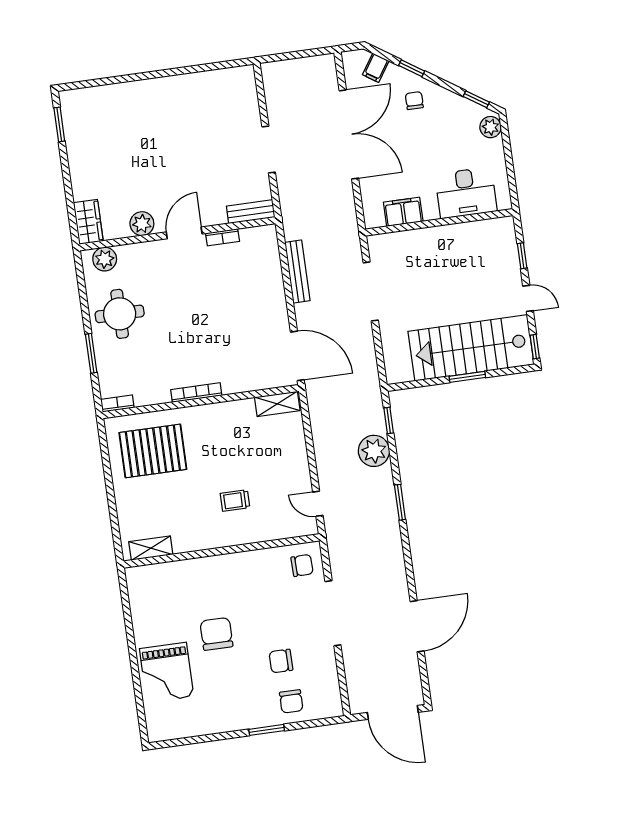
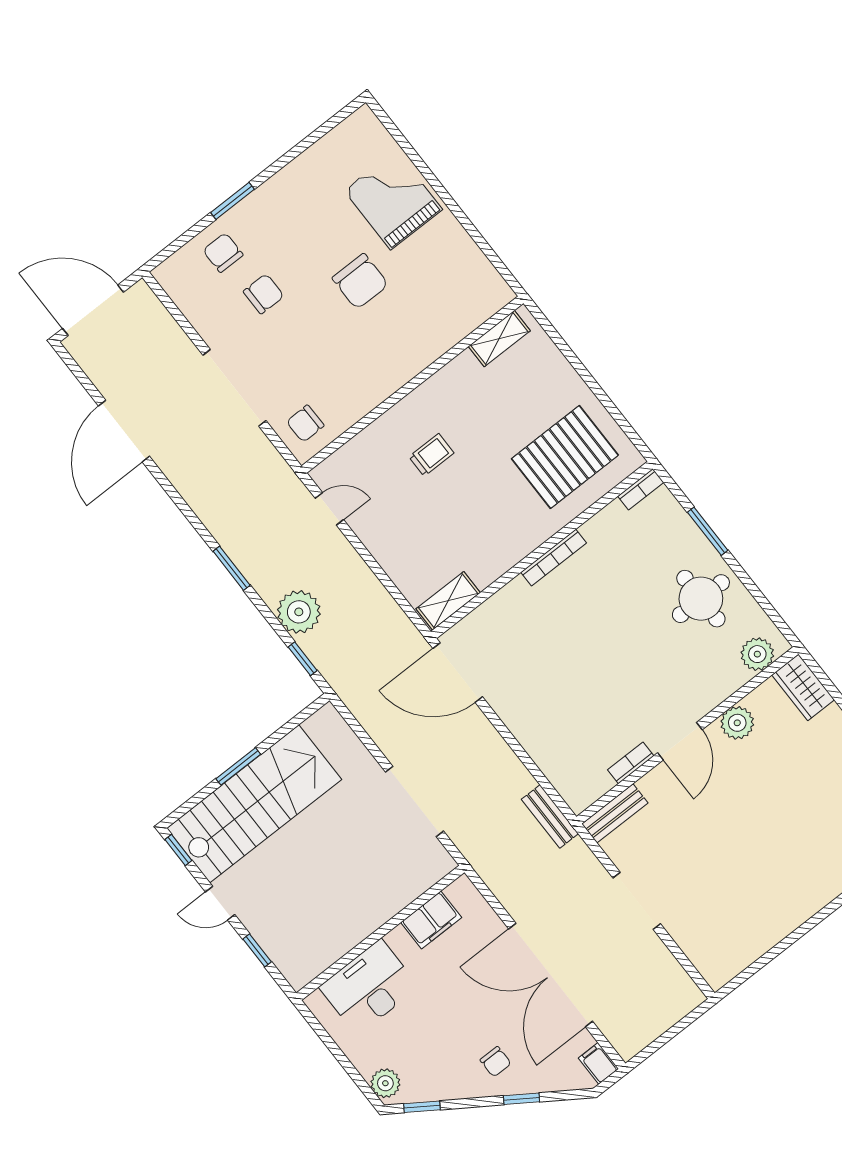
filing cabinet: (376, 68) -> (598, 1063), moved, turned -34
bench: (297, 271) -> (550, 816), moved, width x0.73

